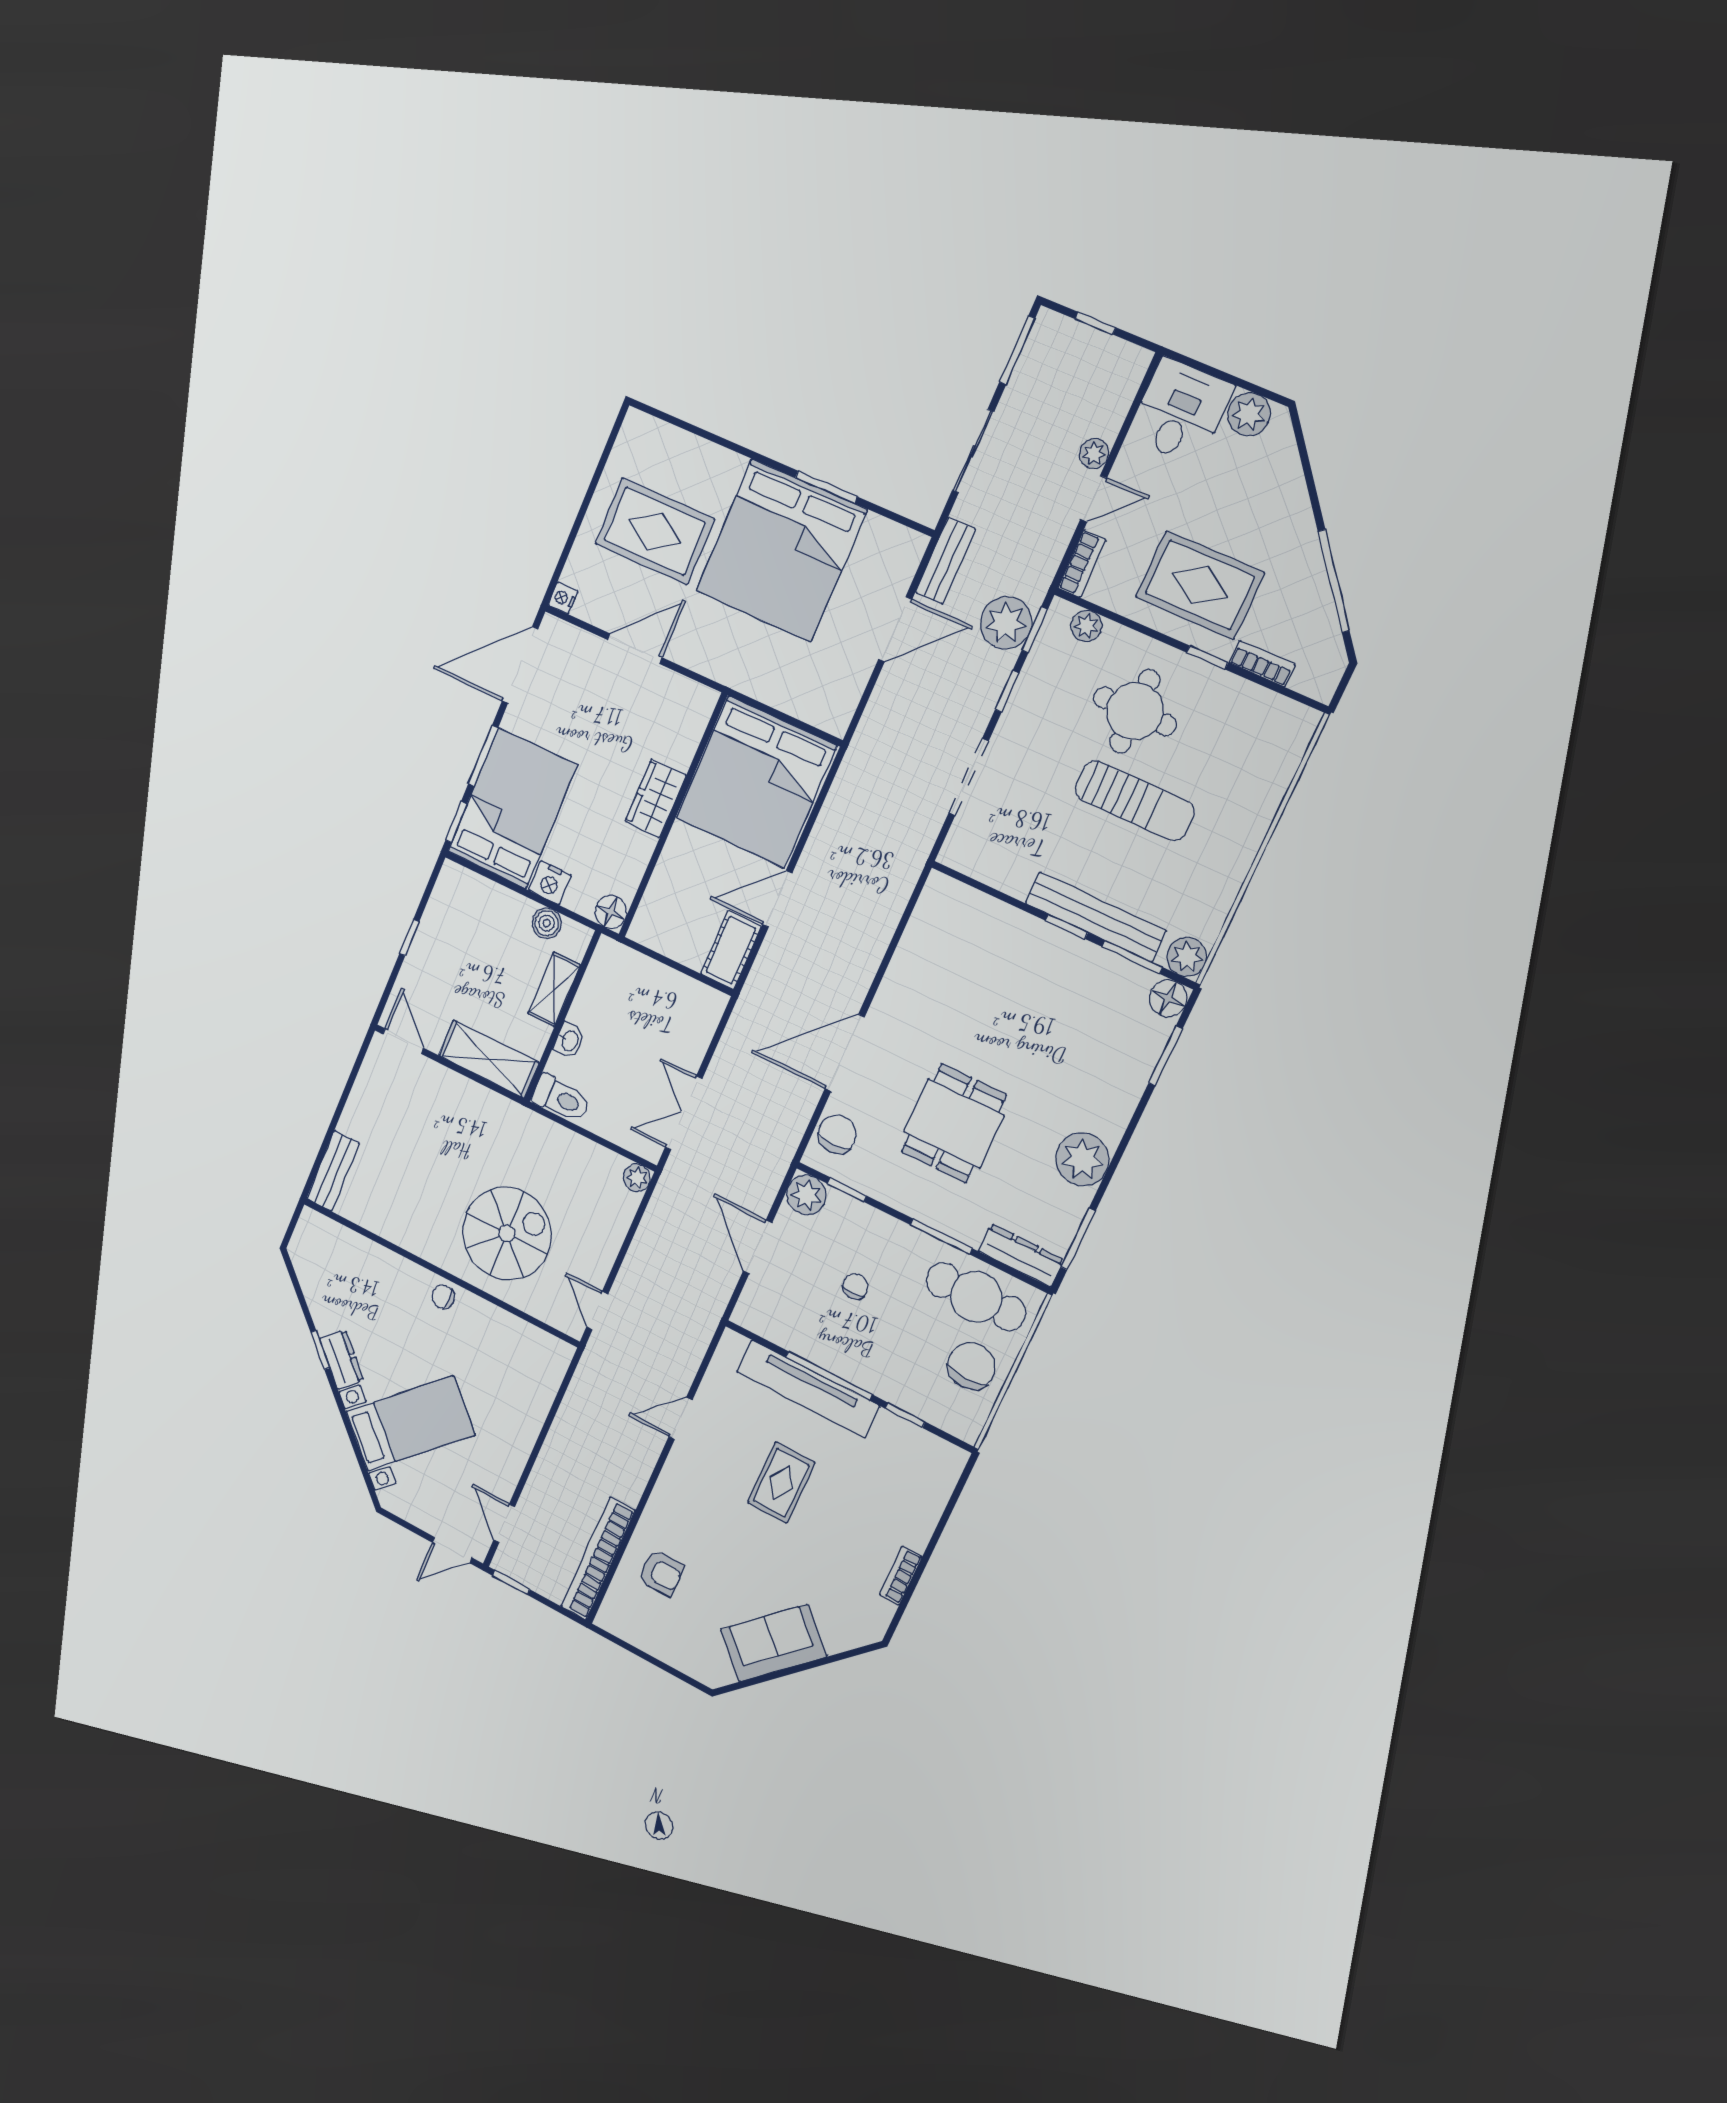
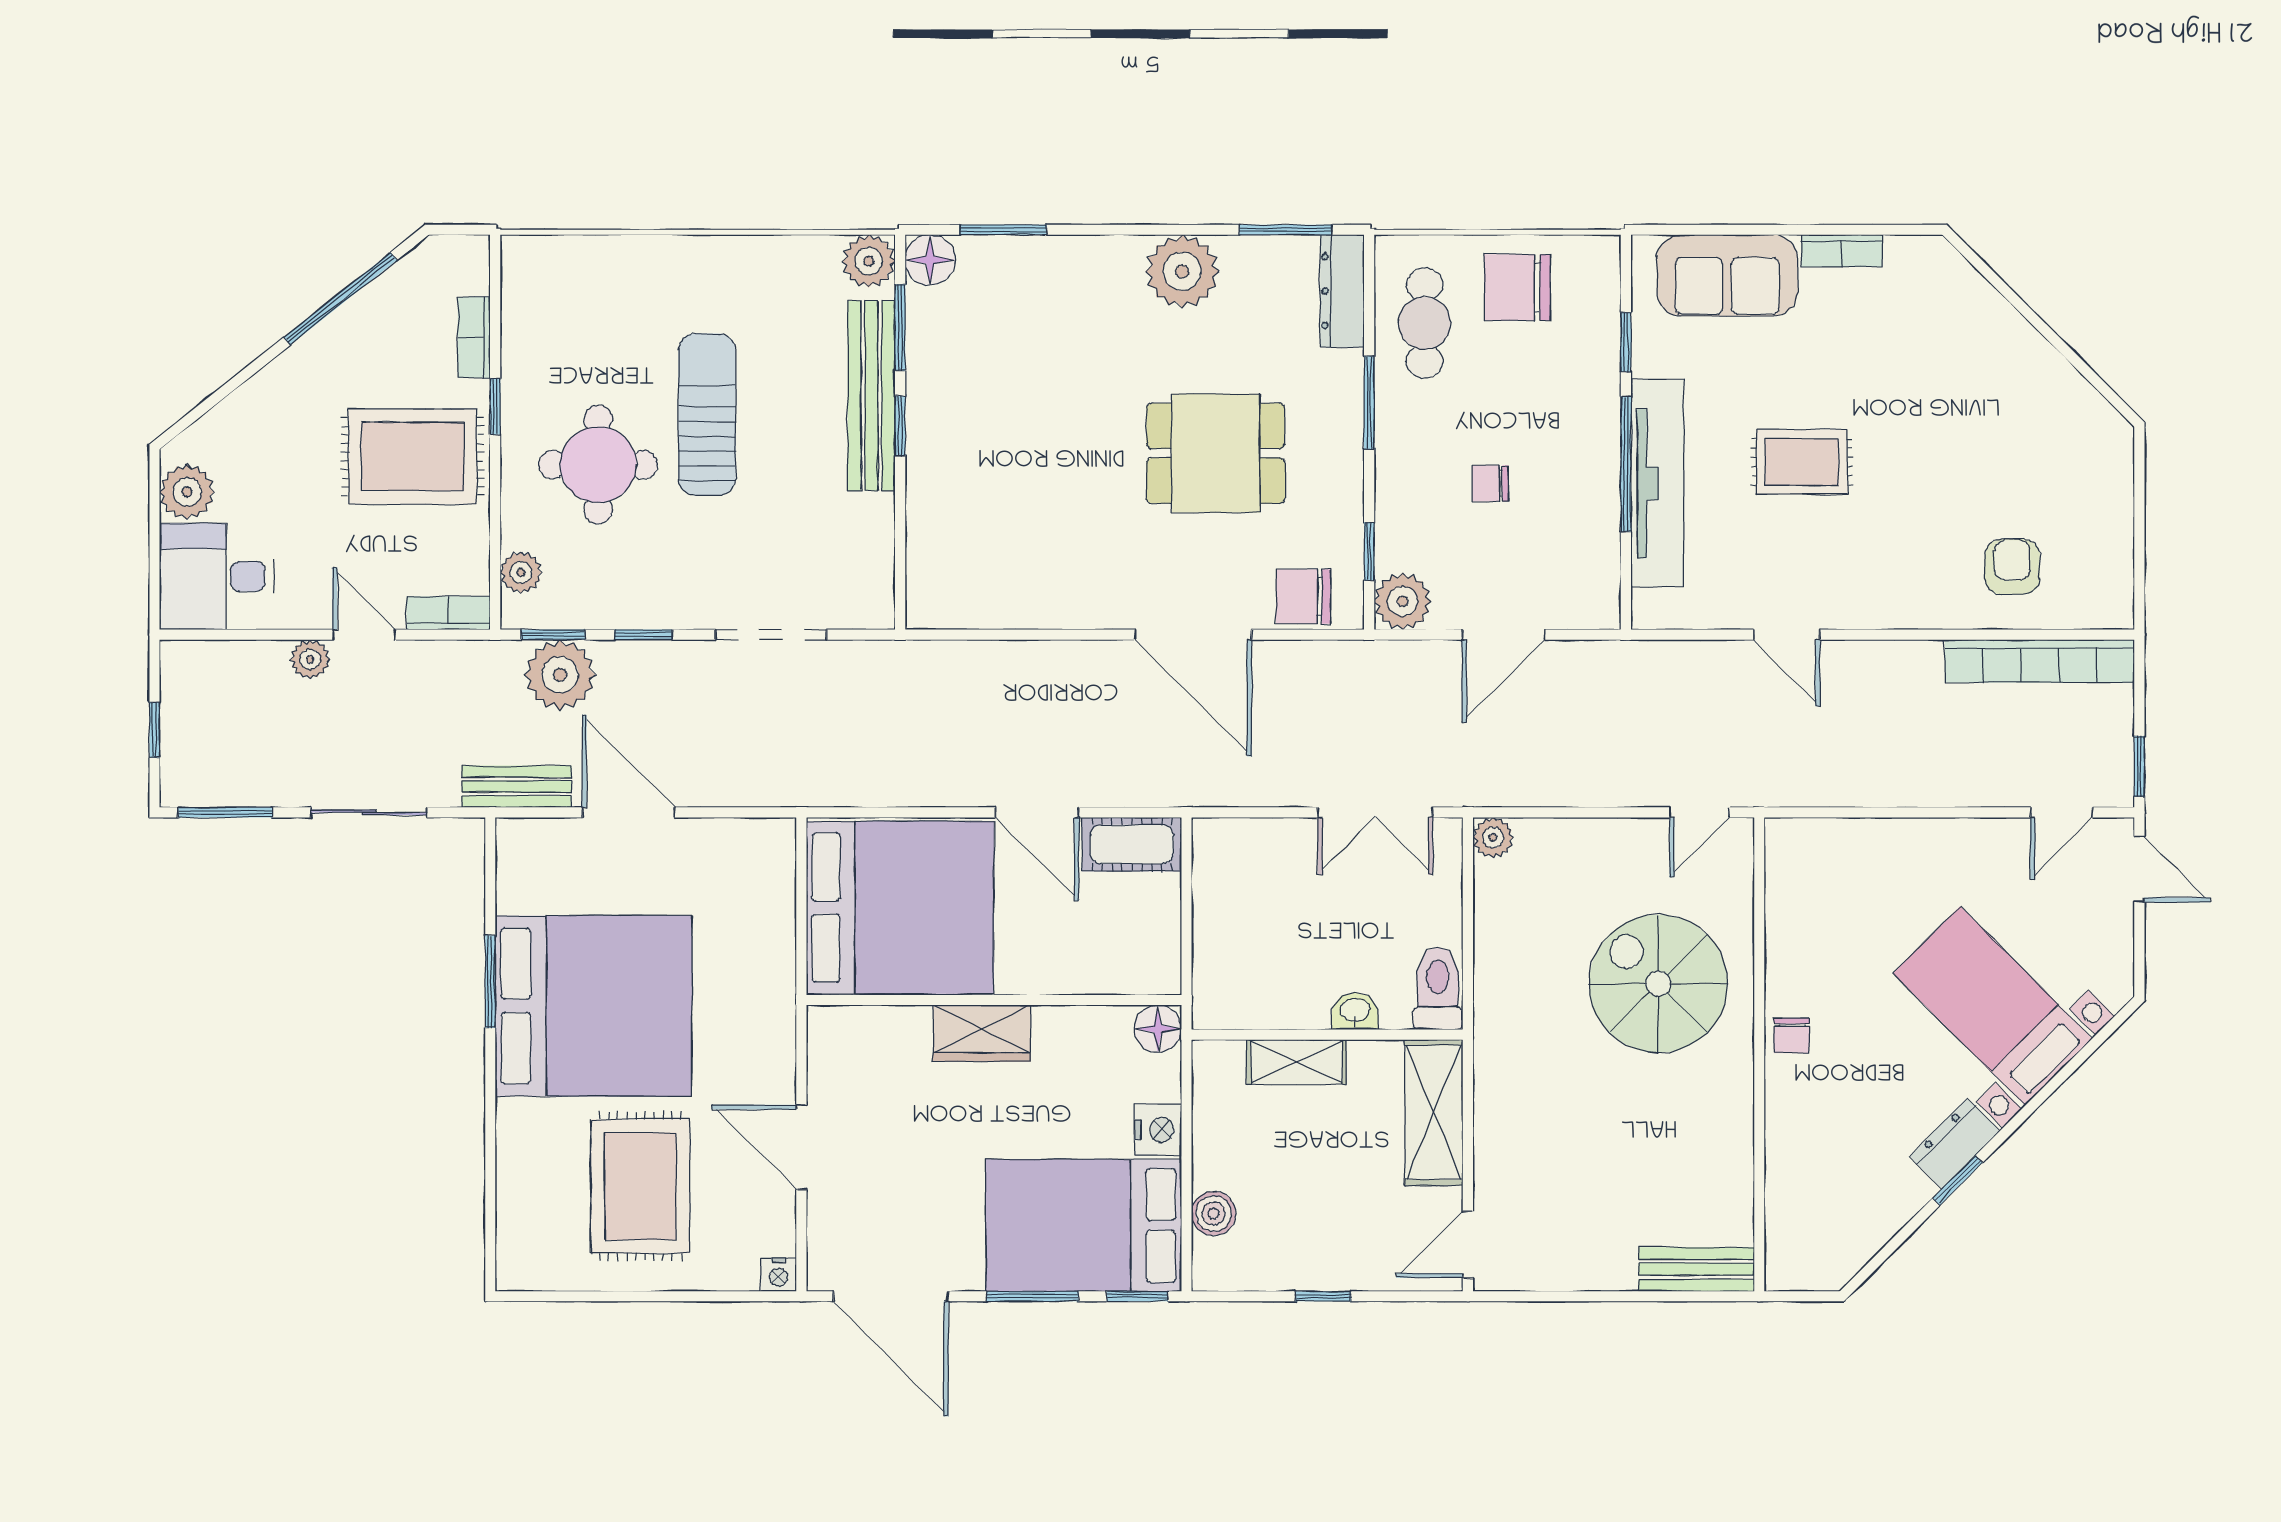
rug: (1200, 585) -> (413, 456), turned 90
boiler: (547, 923) -> (1214, 1214), moved
cafe table: (976, 1297) -> (1424, 323), width x0.73, depth x0.74
sofa: (773, 1643) -> (1727, 275), moved, turned -45

